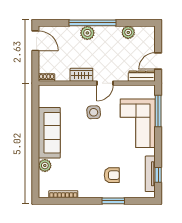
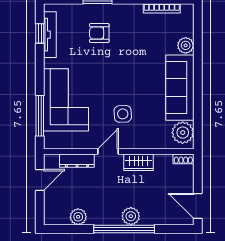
dresser: (142, 76) -> (77, 161), moved
plant: (47, 98) -> (183, 133), added

